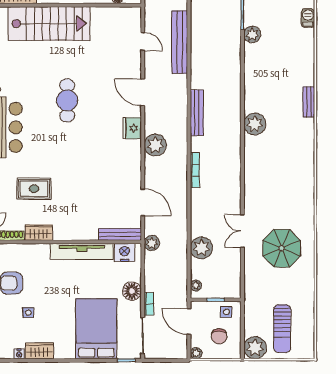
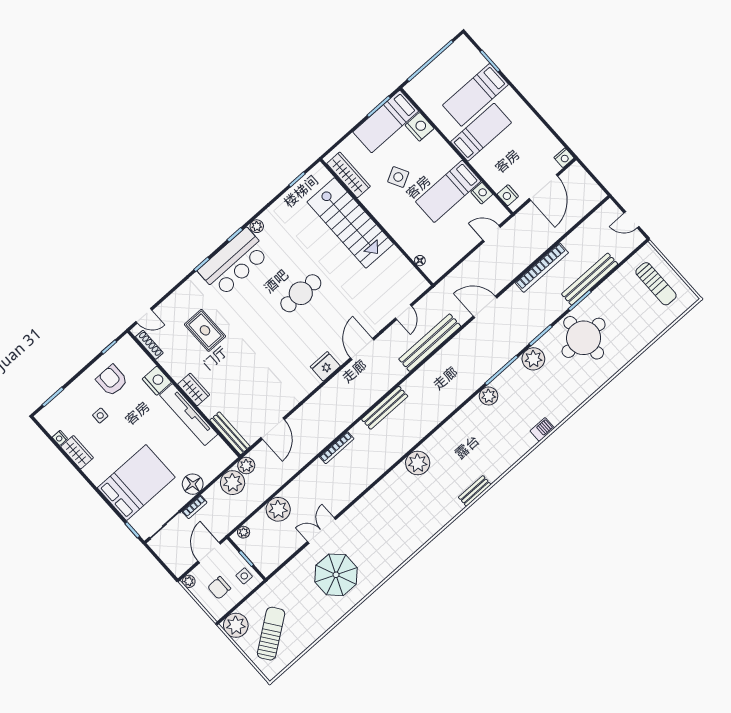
plant: (155, 145) -> (233, 483), moved
wardrobe: (39, 233) -> (194, 389), moved
nightstand: (124, 253) -> (157, 381), moved
sun lounger: (282, 329) -> (271, 634), turned 144

